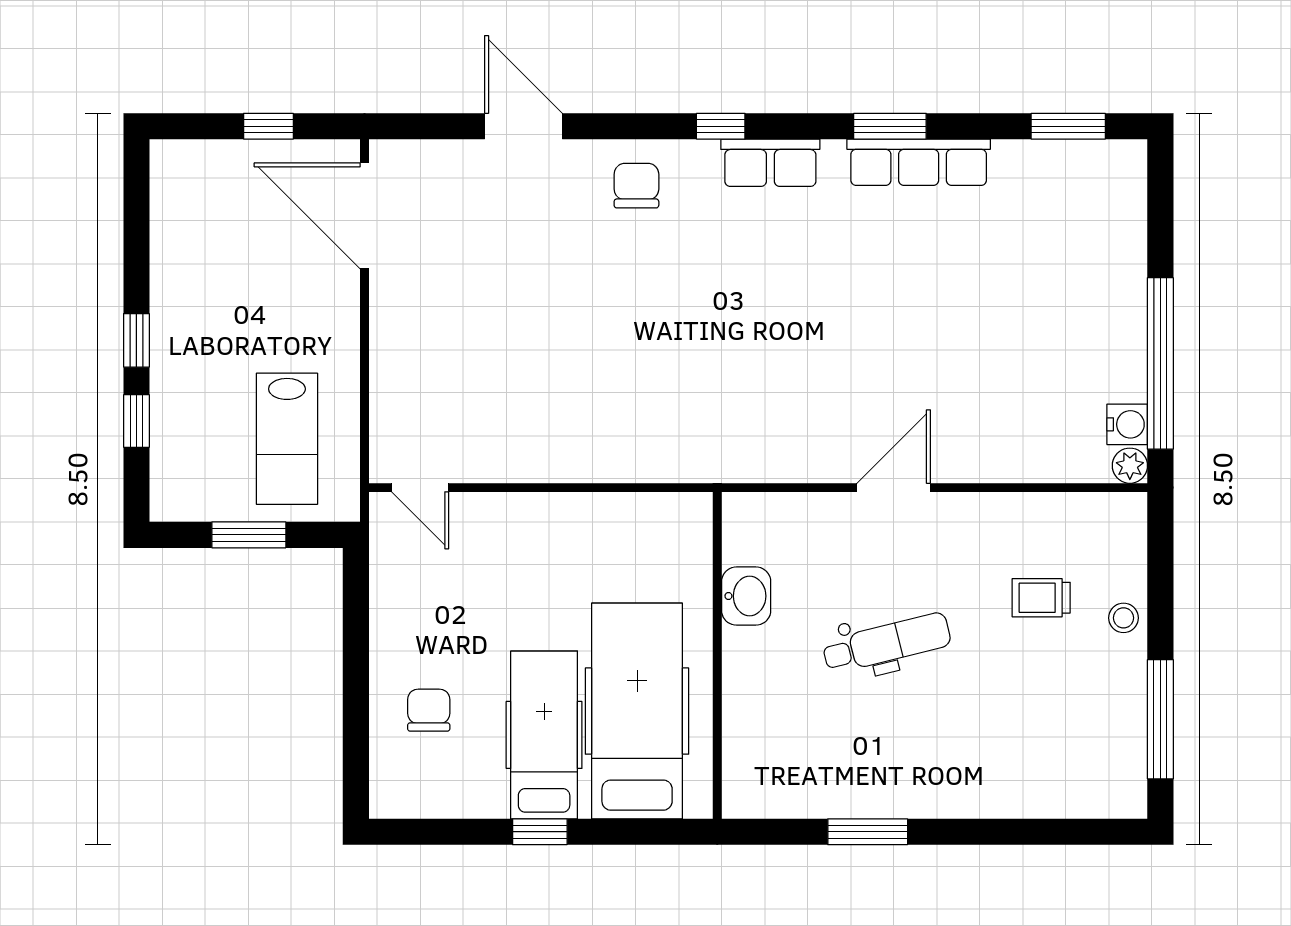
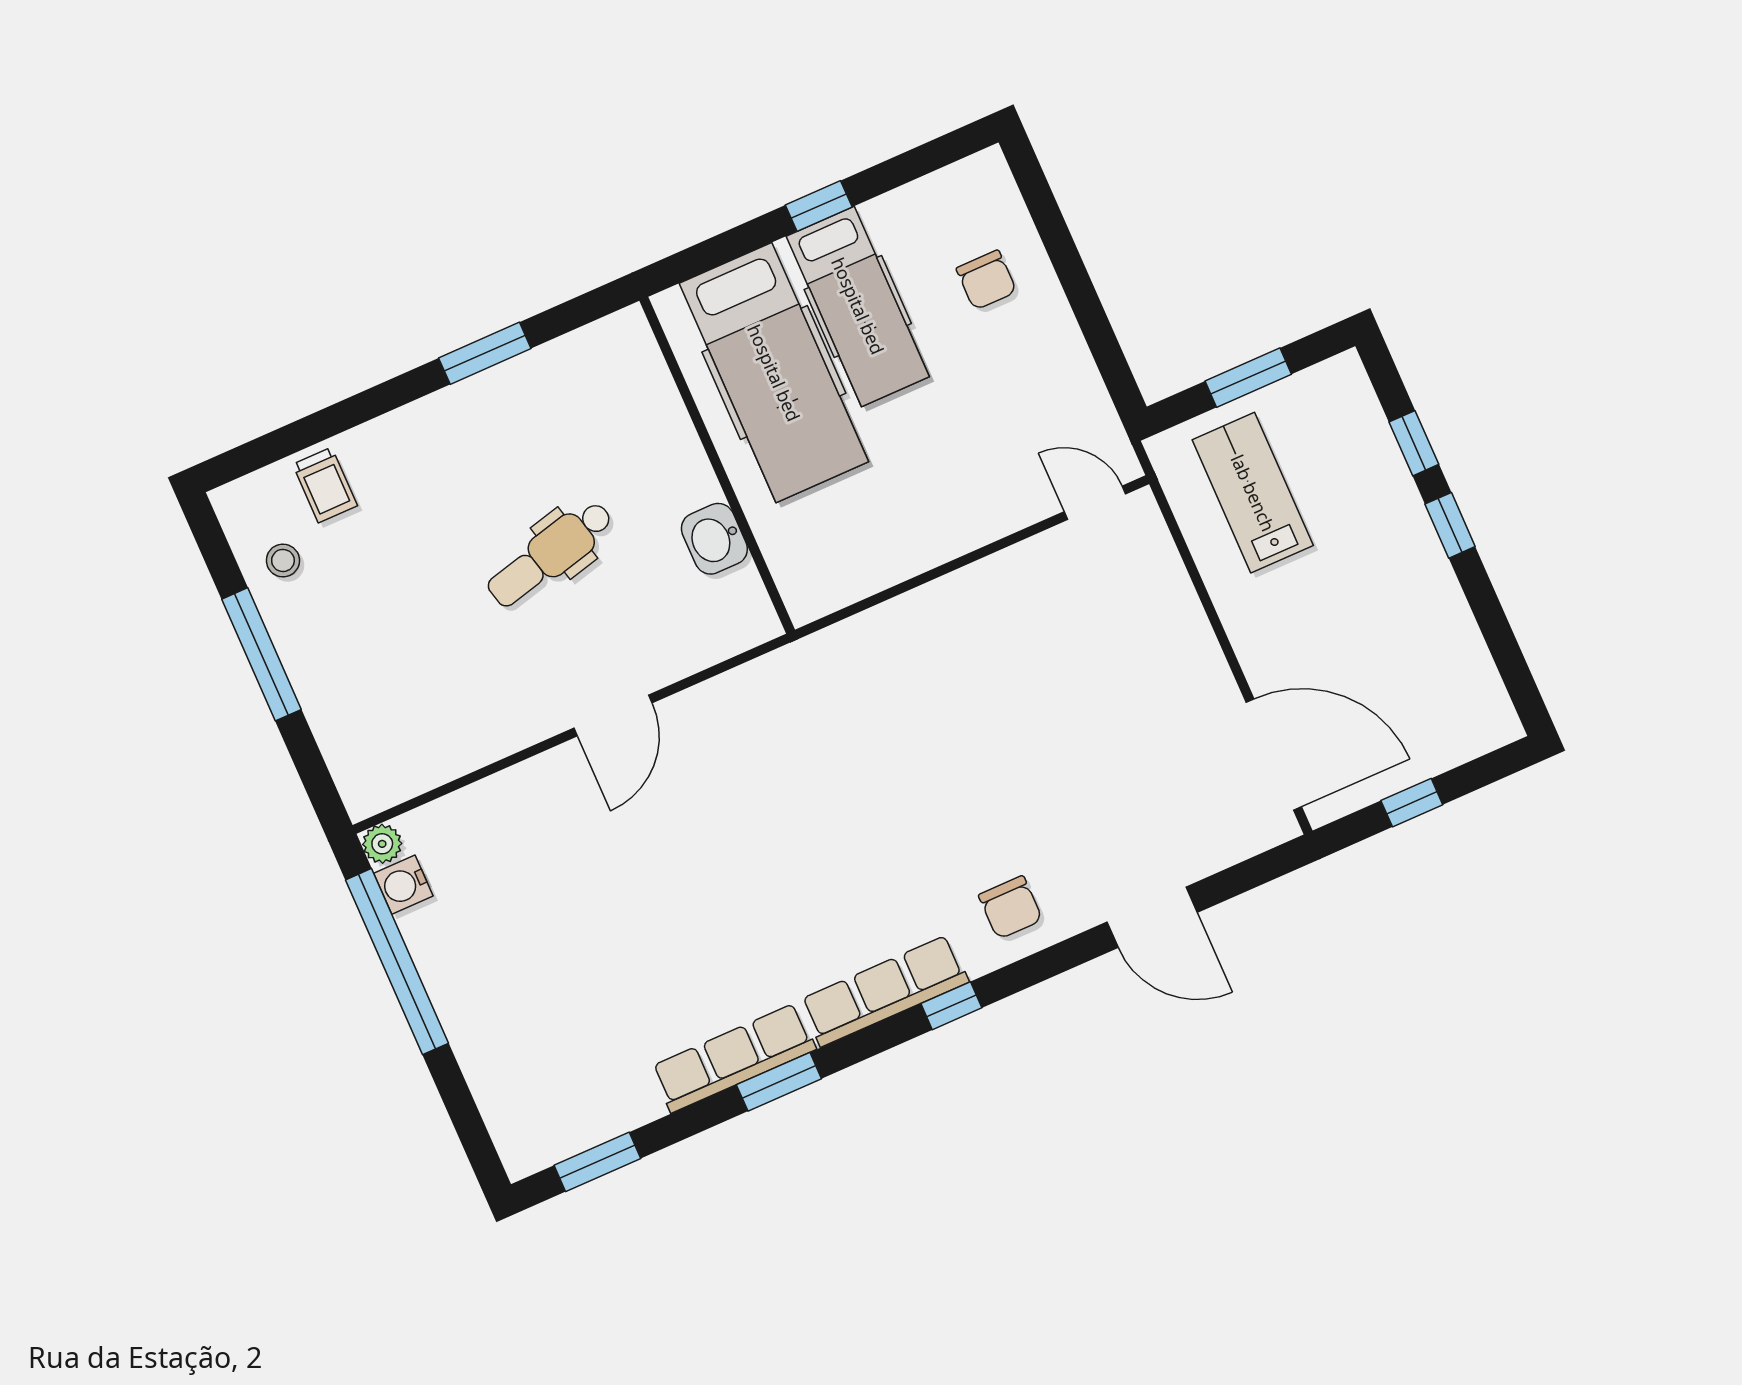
row of seats: (770, 163) -> (884, 991), width x1.48
trolley: (1041, 598) -> (325, 485), moved, turned 90
stool: (1124, 618) -> (283, 560), moved
window: (1160, 719) -> (262, 654), moved

